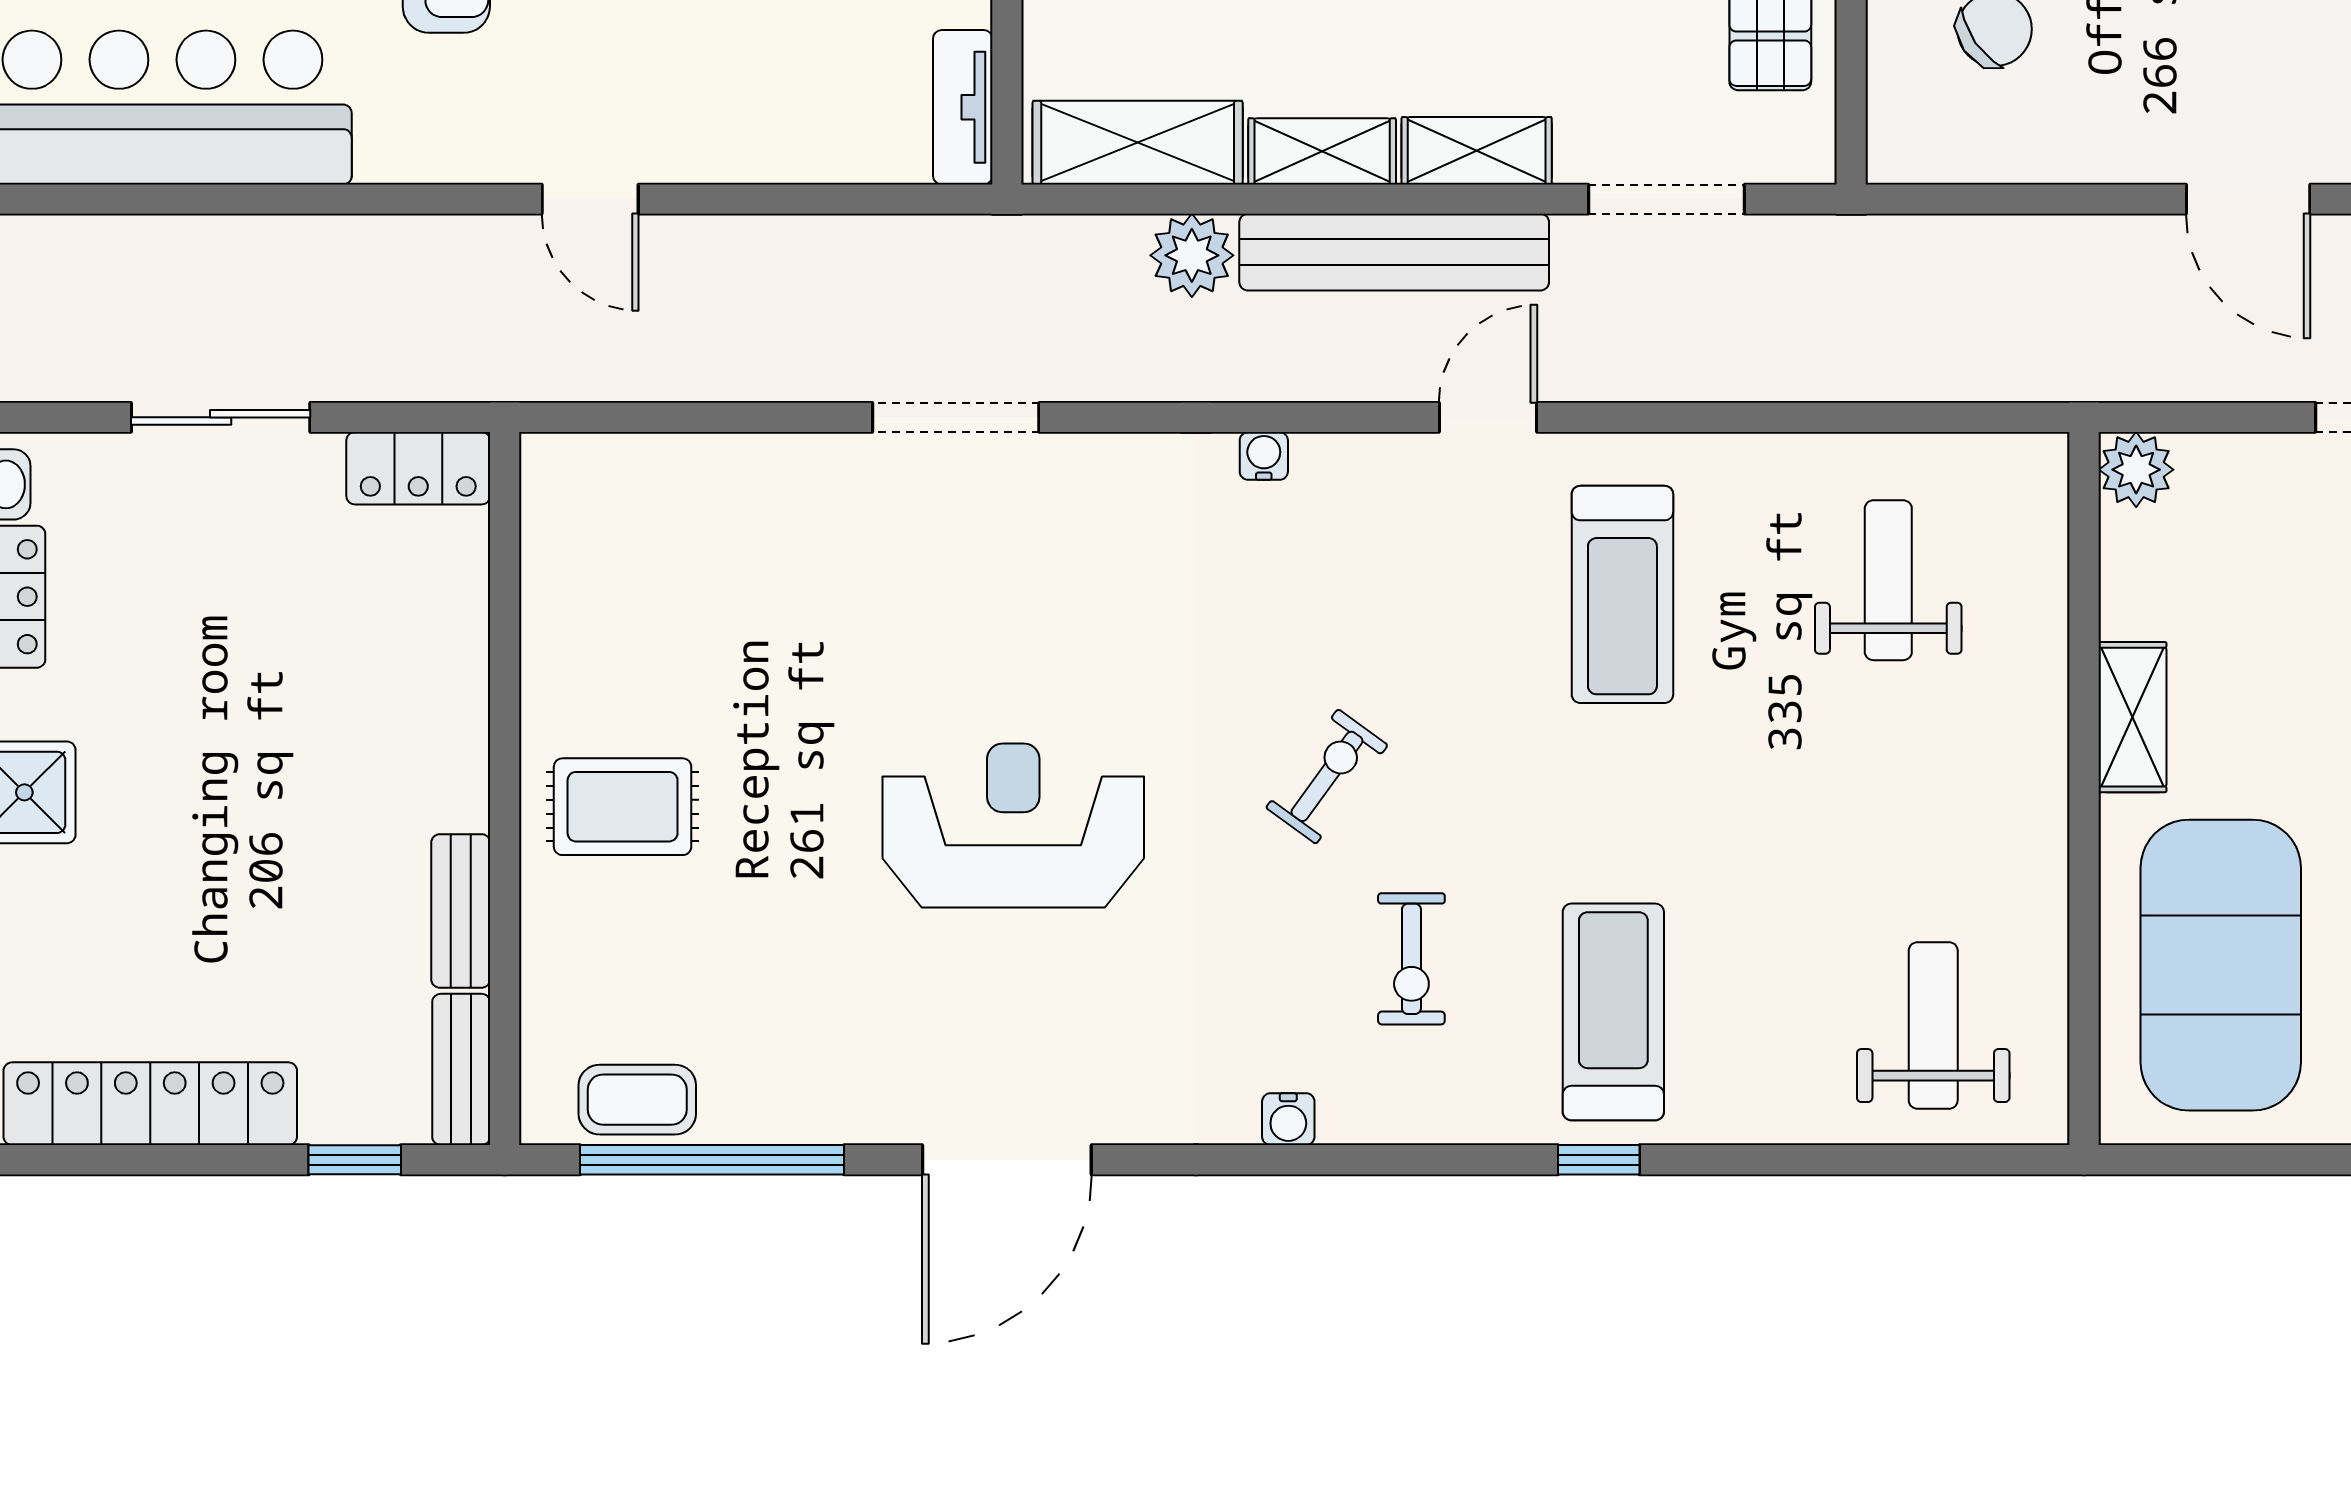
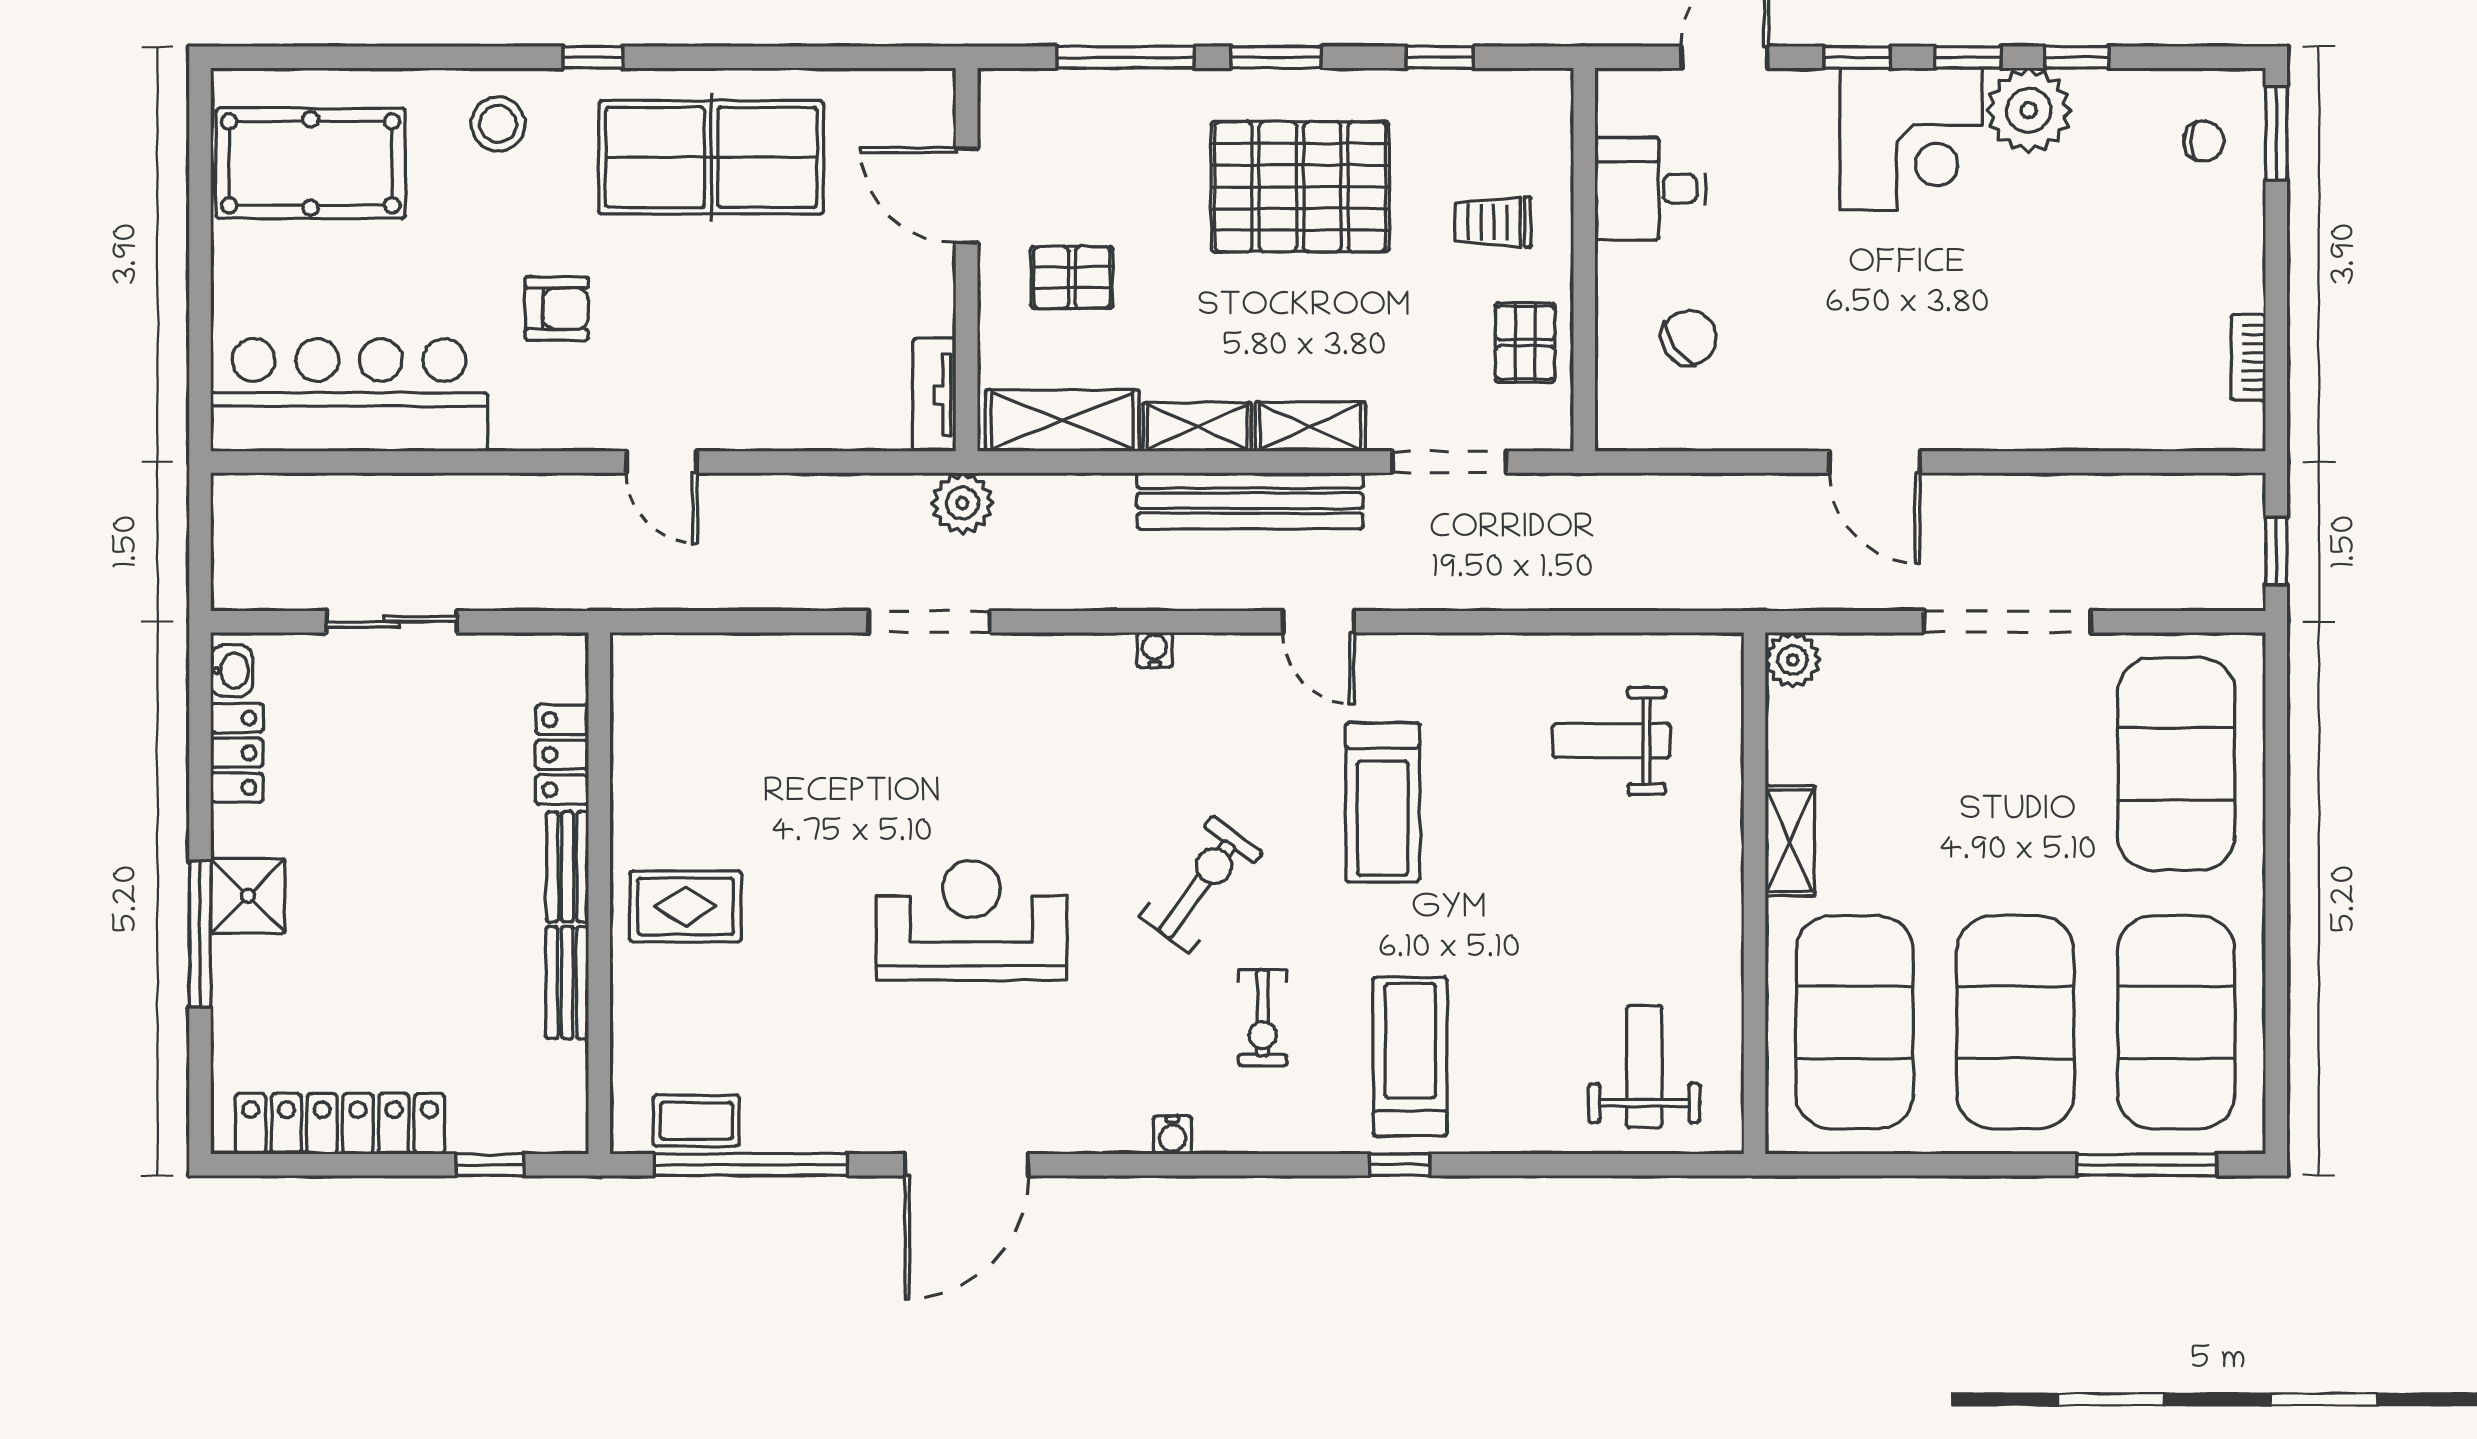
plant: (1192, 255) -> (962, 503), moved
door: (1488, 417) -> (1319, 622), swing flipped
locker: (418, 468) -> (562, 755), moved, turned 90
weight bench: (1888, 580) -> (1611, 741), turned -90
treadmill: (1622, 594) -> (1383, 802), moved
exercise bike: (1327, 776) -> (1201, 884), width x1.38, depth x1.39
bench: (461, 1069) -> (567, 867), moved

